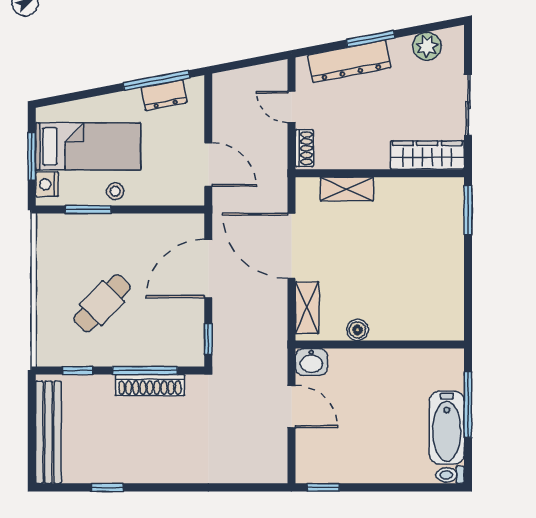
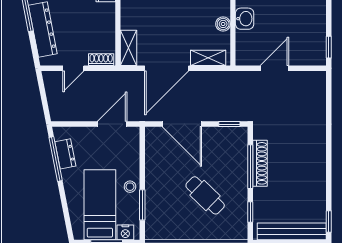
shelving: (347, 189) -> (128, 48), moved
washbasin: (311, 362) -> (245, 19), moved
window: (107, 487) -> (329, 222), moved

